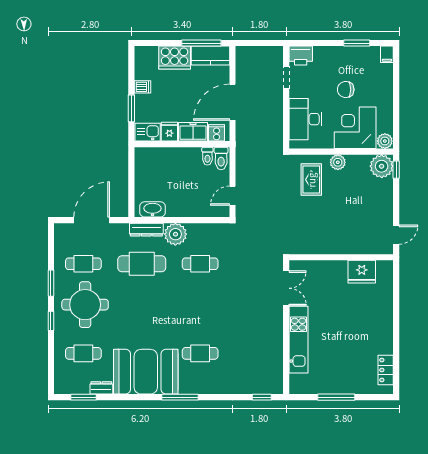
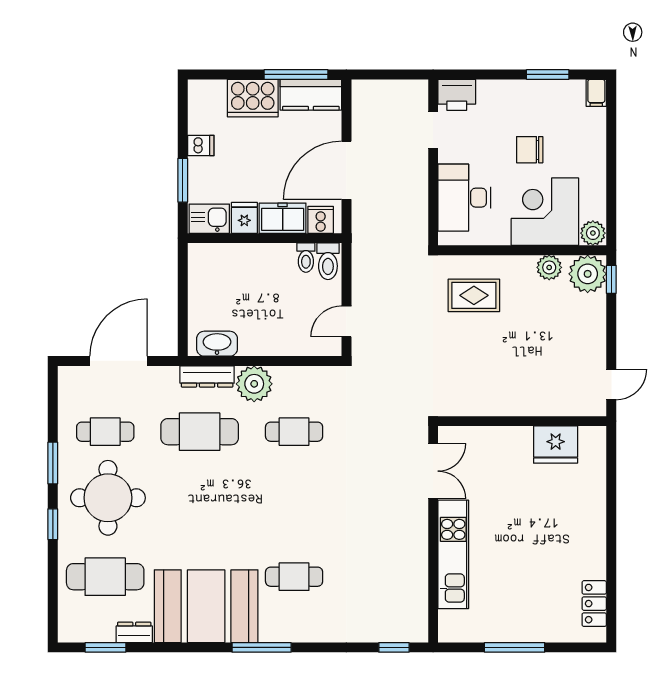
plant: (338, 162) -> (549, 267), moved
rug: (311, 180) -> (474, 295), turned 90
cafe table: (83, 353) -> (105, 577), width x1.37, depth x1.35

